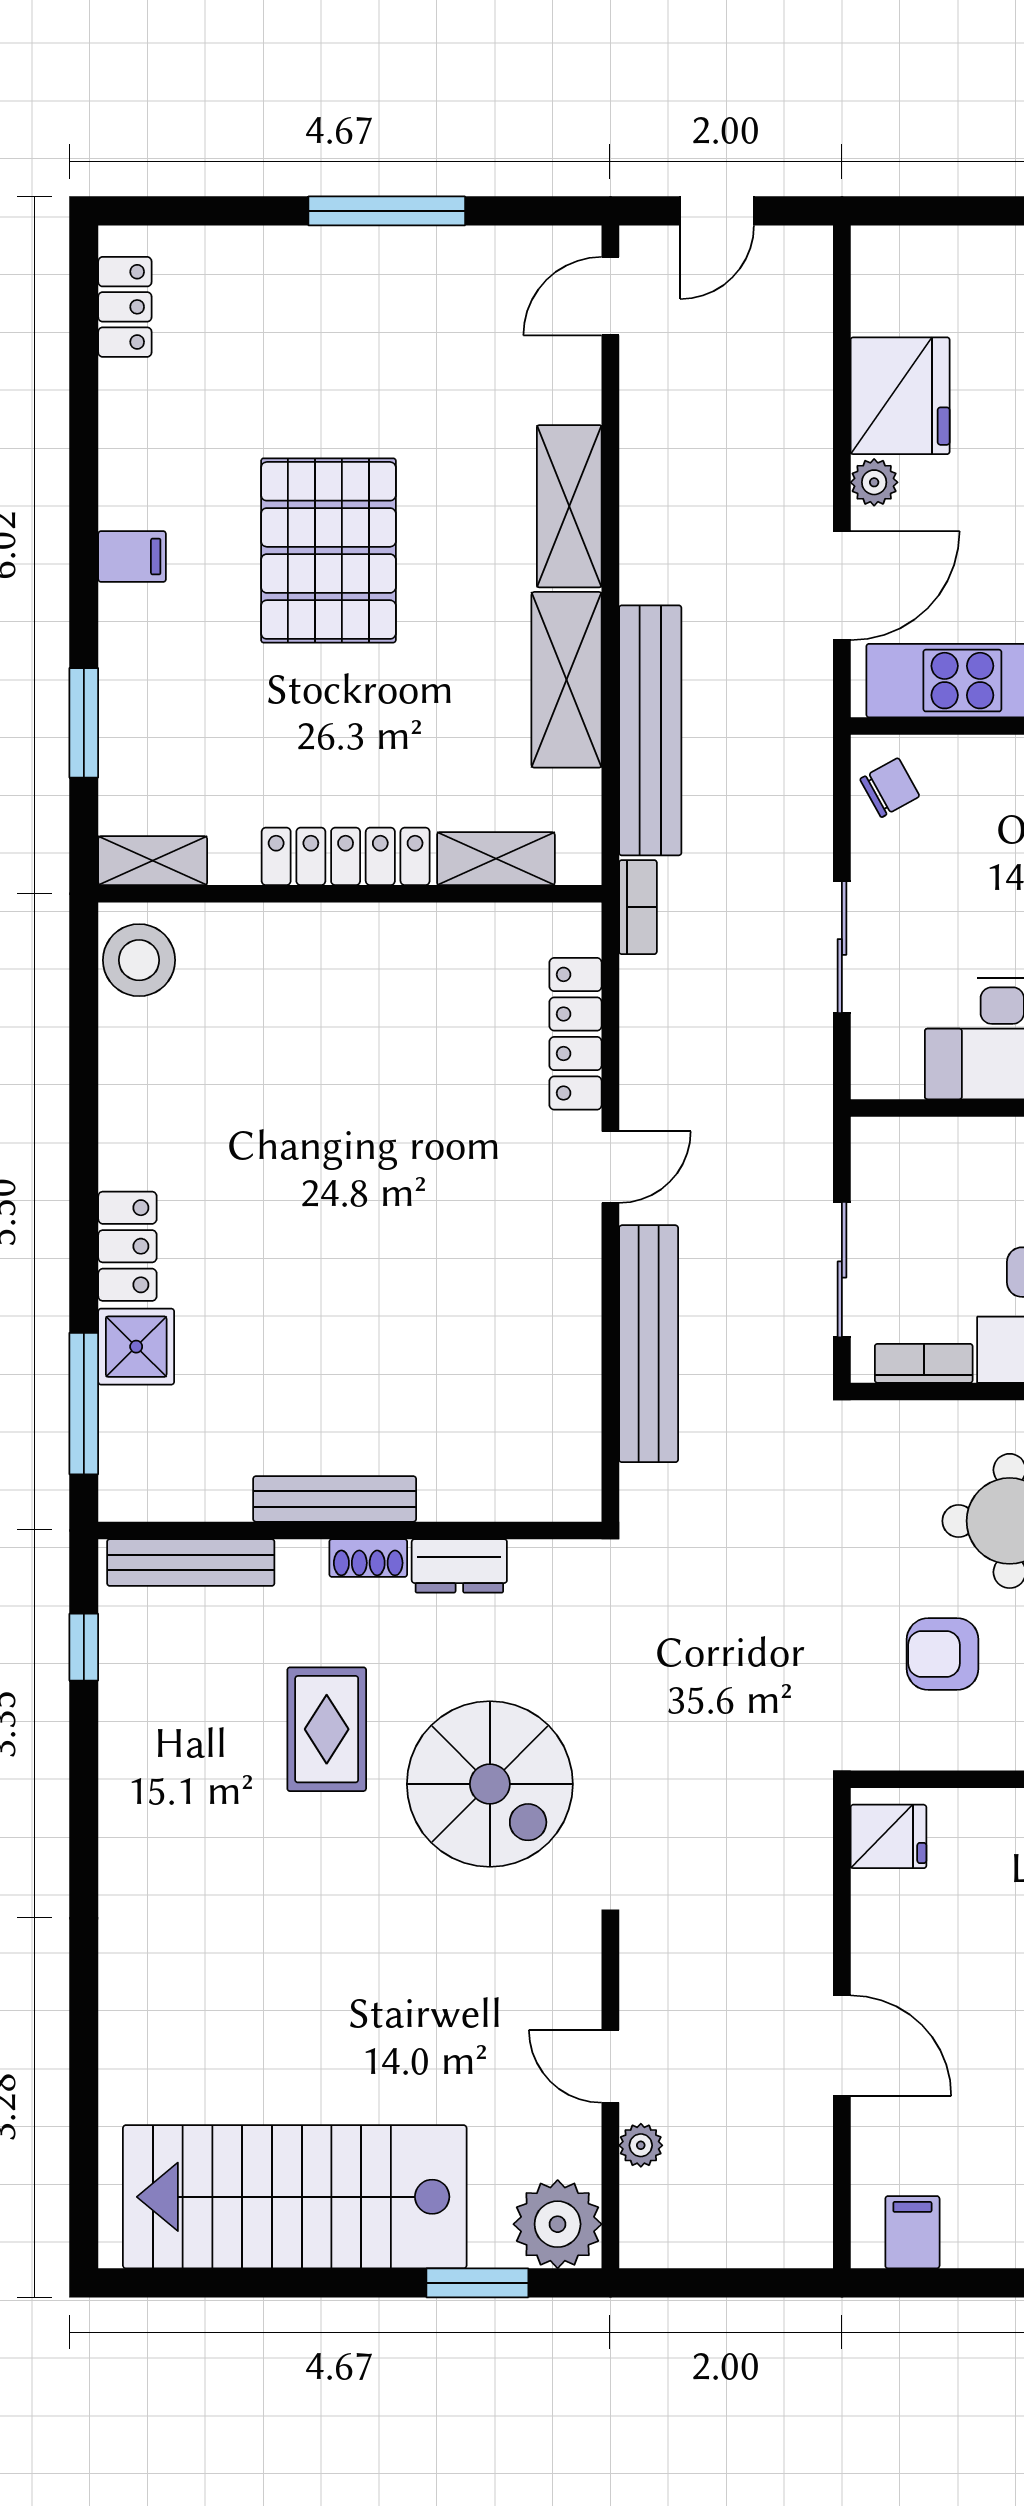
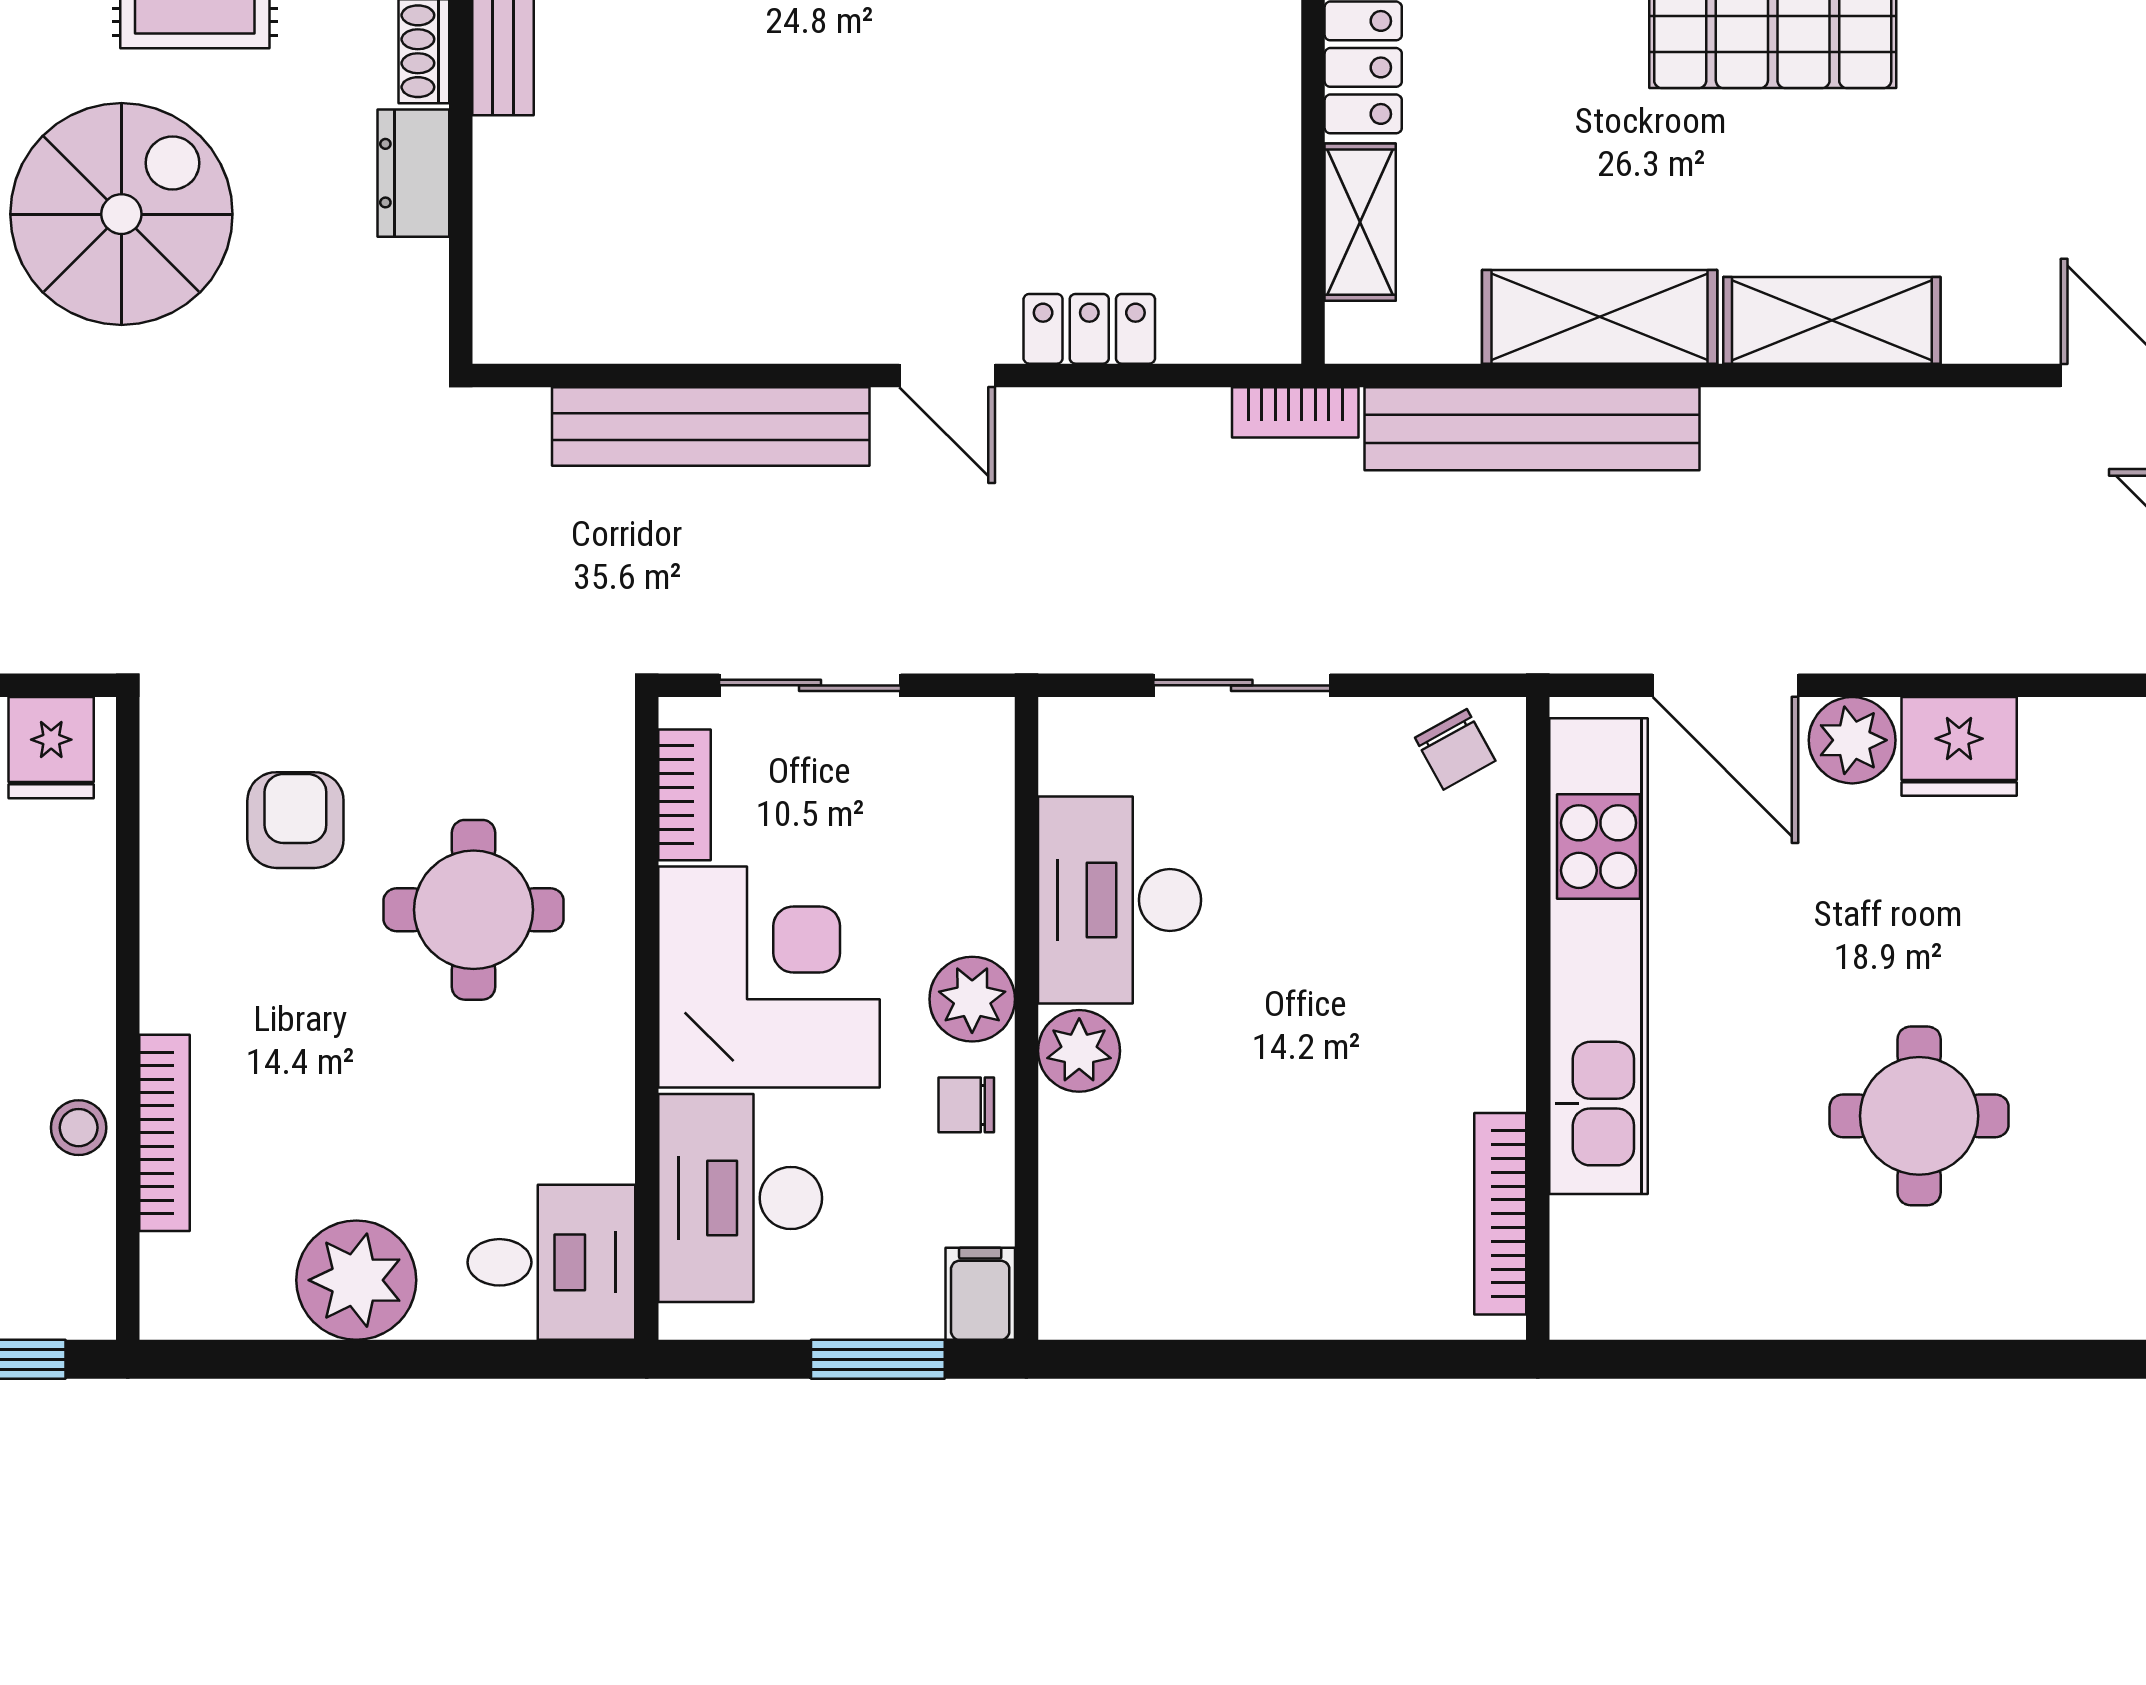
fridge: (900, 396) -> (1959, 746), width x0.73, depth x0.75
plant: (874, 482) -> (1852, 740), width x1.38, depth x1.38
locker: (576, 1034) -> (1089, 329), width x0.66
spiral stairs: (490, 1784) -> (121, 214), turned 180

